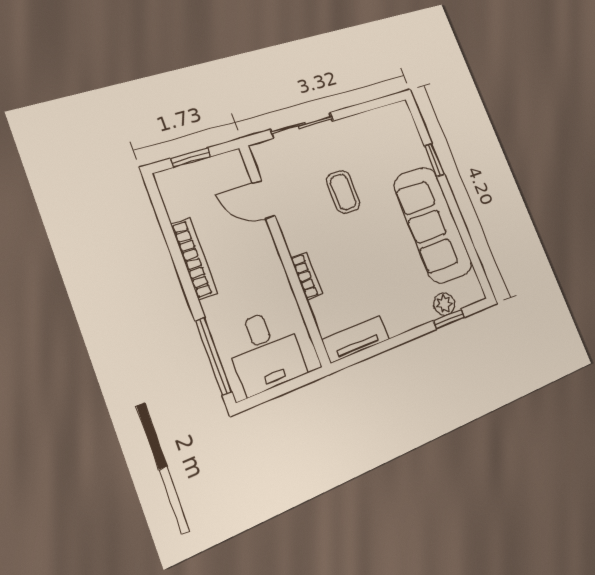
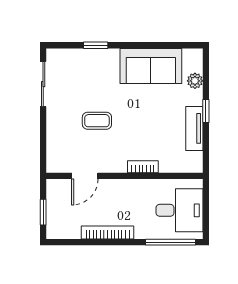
sliding door: (302, 125) -> (43, 84), moved
sofa: (433, 225) -> (151, 66), width x0.73
window: (449, 319) -> (206, 111), moved
tv unit: (356, 339) -> (194, 128), moved

